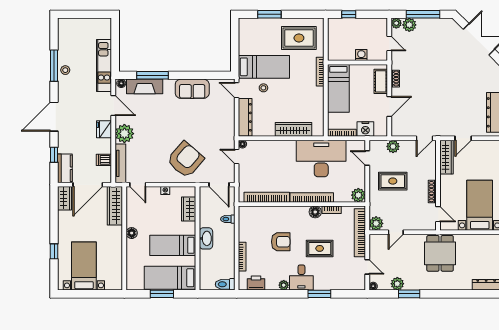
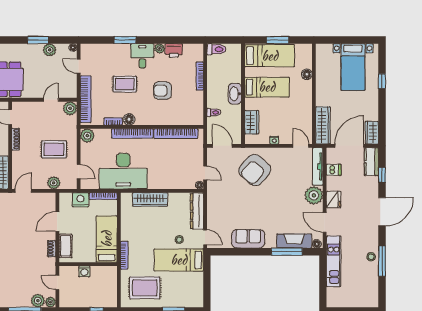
floor lamp: (132, 233) -> (307, 74), moved
printer: (256, 283) -> (174, 51), moved

